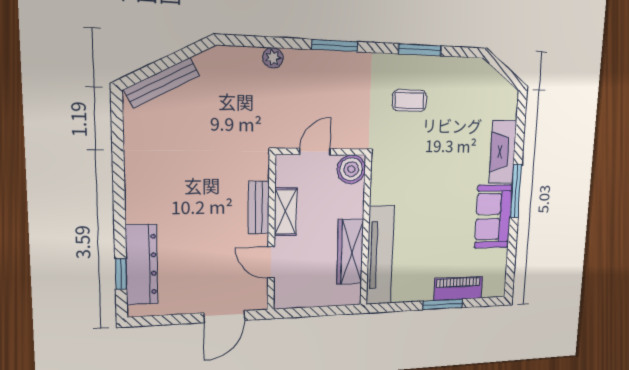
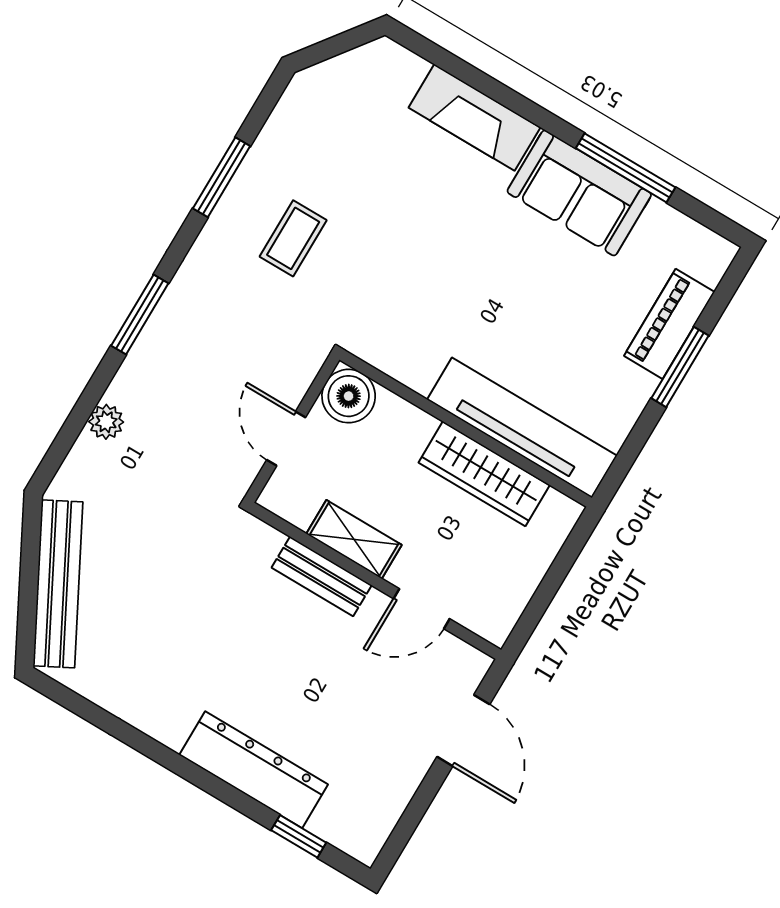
bench: (162, 83) -> (58, 584), width x1.37, depth x1.21
window: (516, 191) -> (626, 168), moved
dresser: (142, 265) -> (254, 770), moved

